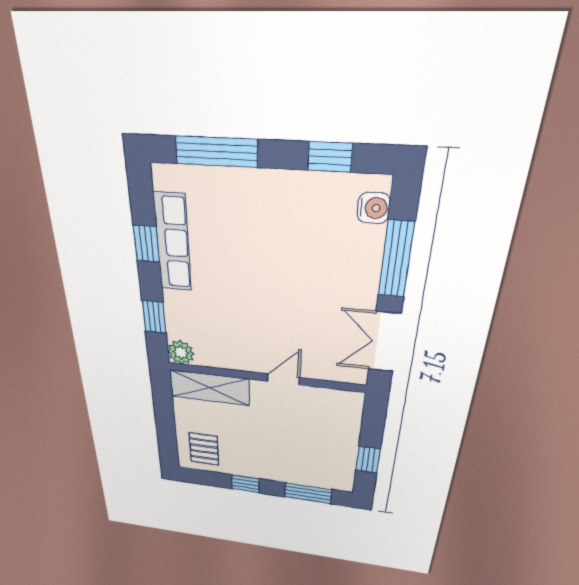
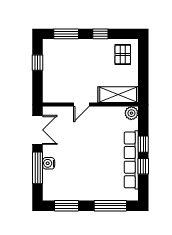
window: (330, 157) -> (67, 206), width x1.50
water cooler: (374, 208) -> (49, 163), moved
row of seats: (173, 243) -> (131, 160), width x1.36
window: (154, 317) -> (143, 144), moved

